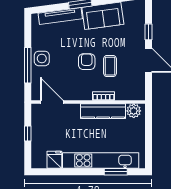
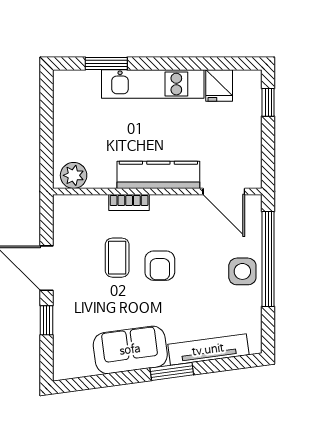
window: (28, 65) -> (268, 259), width x1.46
kitchen counter: (103, 111) -> (158, 175), moved
window: (28, 134) -> (268, 102), moved
kitchen unit: (101, 161) -> (153, 84), width x0.73

